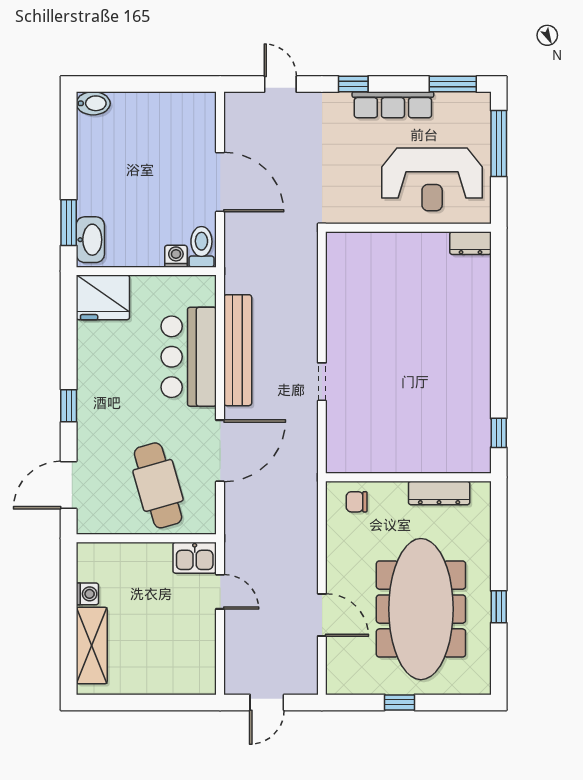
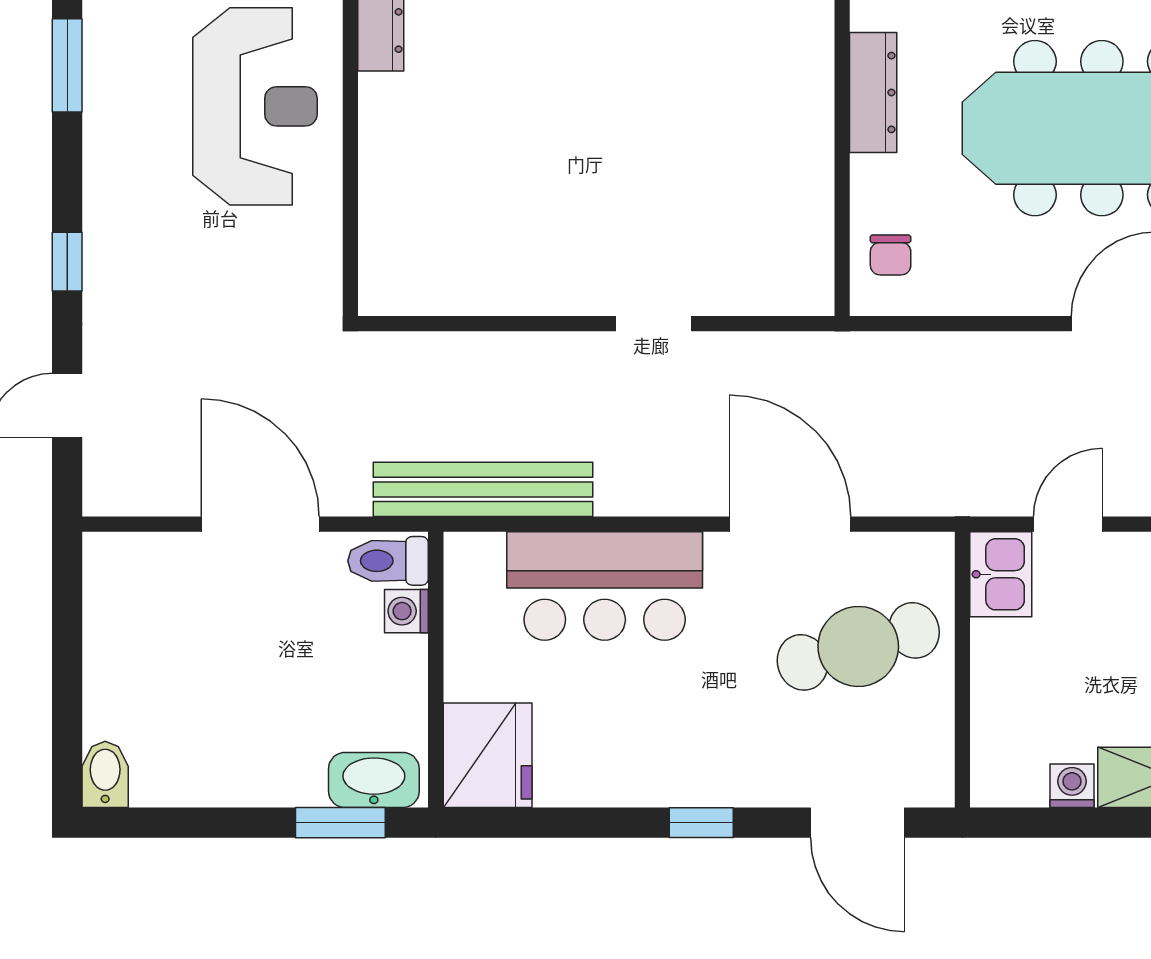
row of seats: (393, 105) -> (108, 184), removed
door: (220, 182) -> (260, 524), hinge flipped
bench: (238, 350) -> (483, 489), moved

